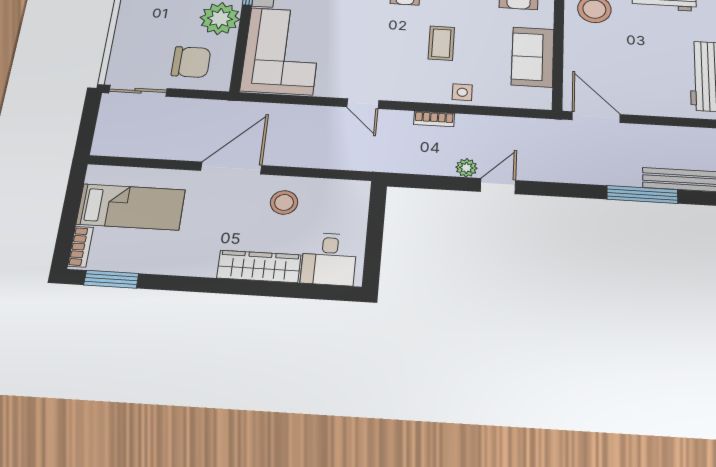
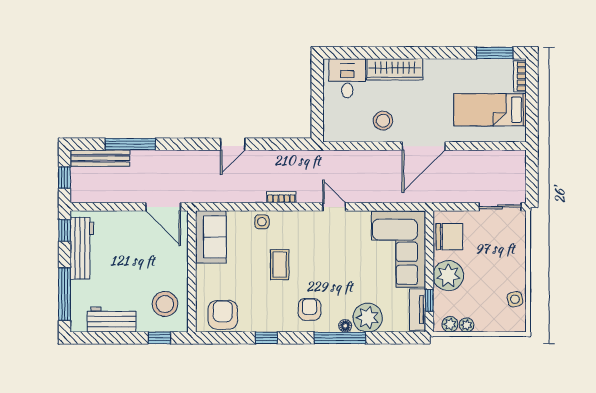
sofa: (533, 57) -> (211, 237), moved
chair: (191, 62) -> (449, 237), moved, turned 180
plant: (466, 168) -> (256, 158), removed

